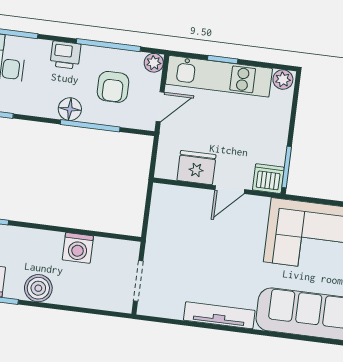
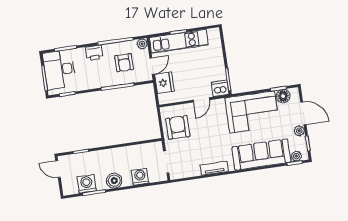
plant: (283, 80) -> (213, 34), removed
floor lamp: (70, 109) -> (104, 81), removed
fridge: (196, 168) -> (164, 83), moved, turned 90
armchair: (175, 226) -> (178, 127), added
washing machine: (78, 248) -> (140, 177), moved, turned 180
tv unit: (219, 315) -> (214, 168), width x0.71

